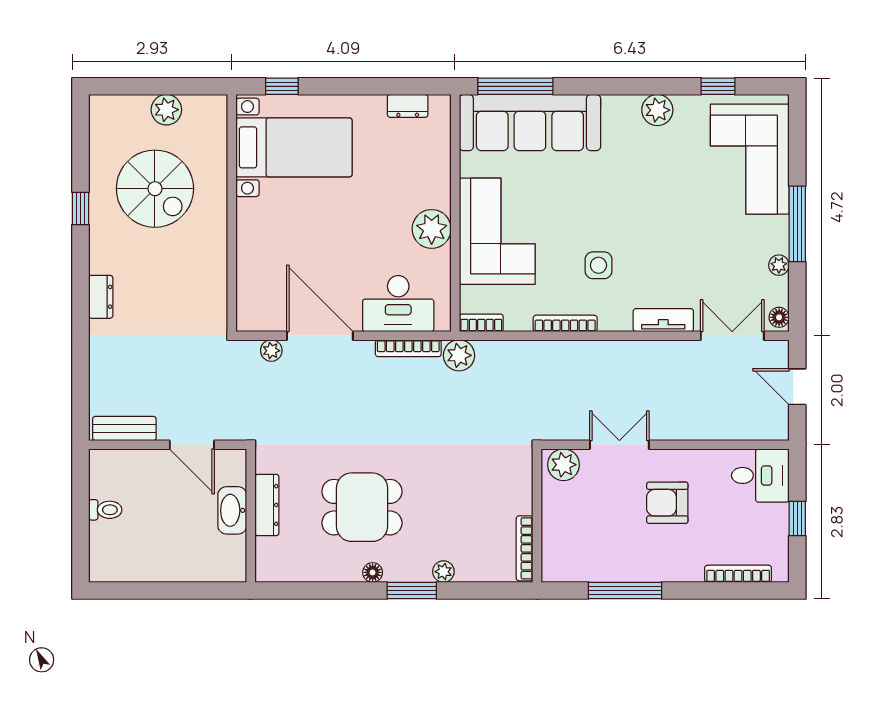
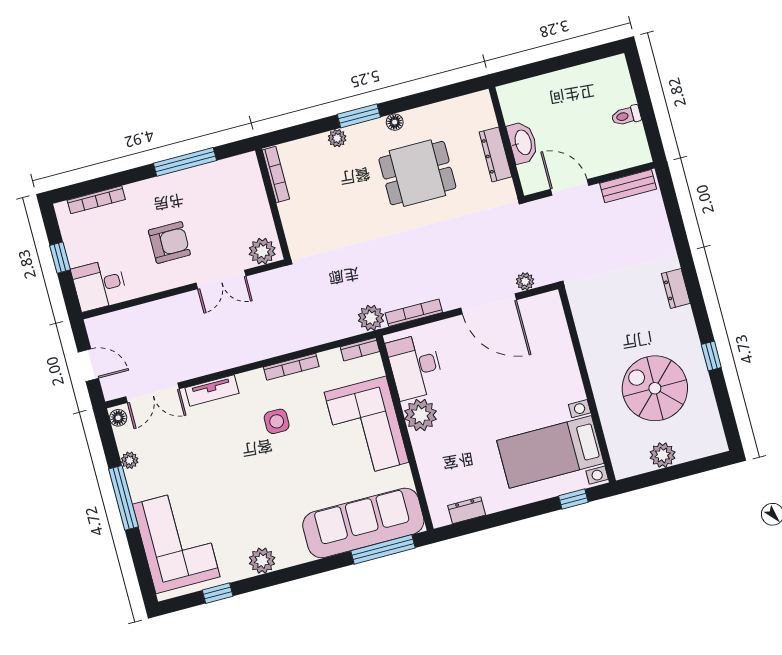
desk: (398, 304) -> (415, 366), moved, turned -90

